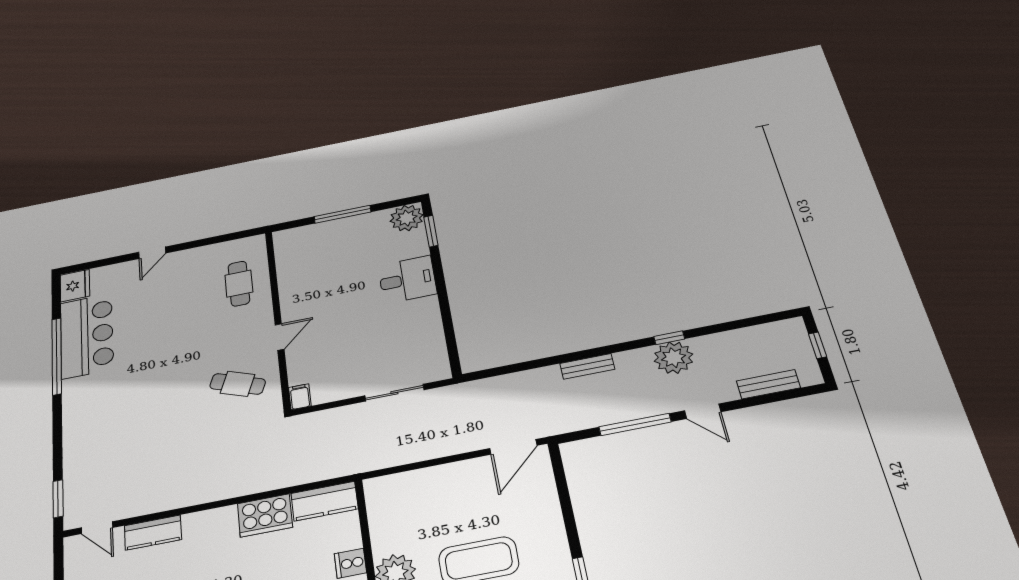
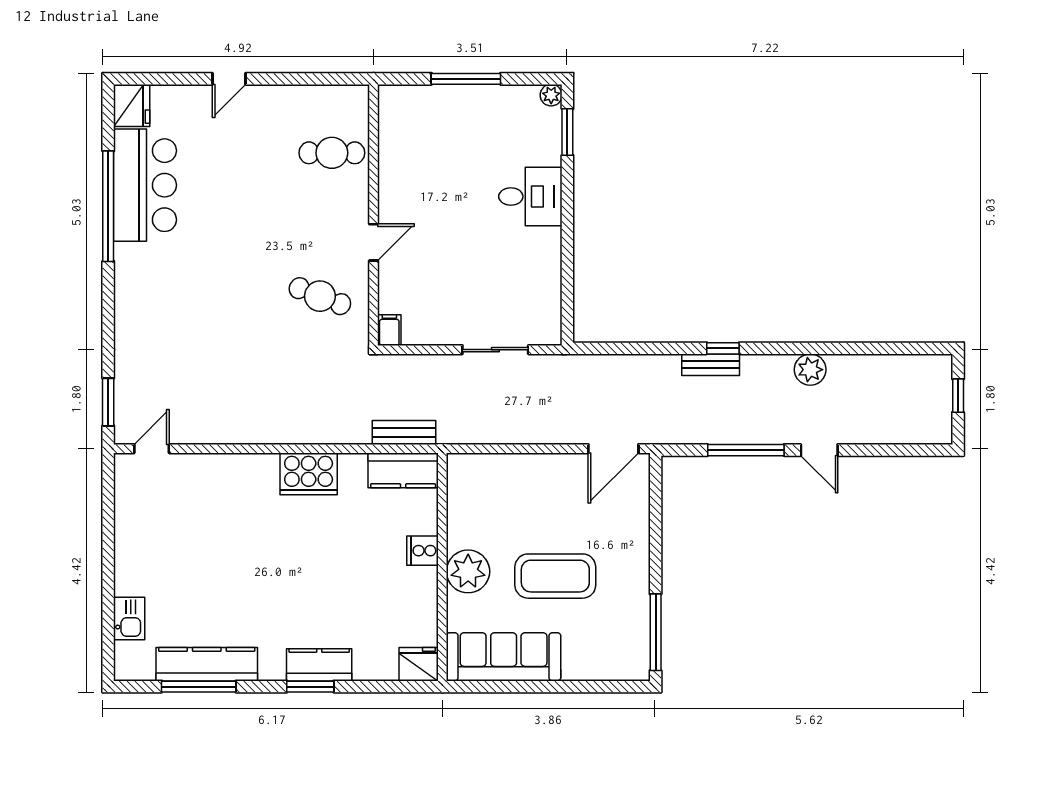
plant: (407, 218) -> (551, 95), width x0.53, depth x0.53
cafe table: (239, 284) -> (332, 153), turned 90
window: (669, 338) -> (723, 348), moved
plant: (673, 358) -> (810, 370), width x0.73, depth x0.73
bench: (768, 384) -> (404, 432), moved
cooker: (265, 515) -> (309, 474), moved
door: (97, 528) -> (152, 449), swing flipped
kitchen counter: (153, 533) -> (214, 468), removed

